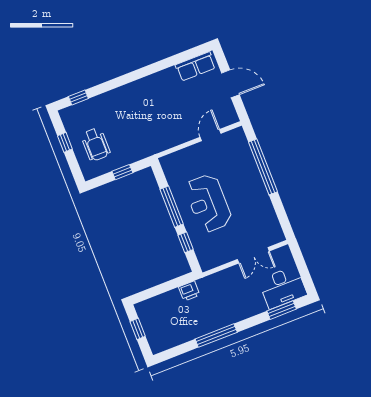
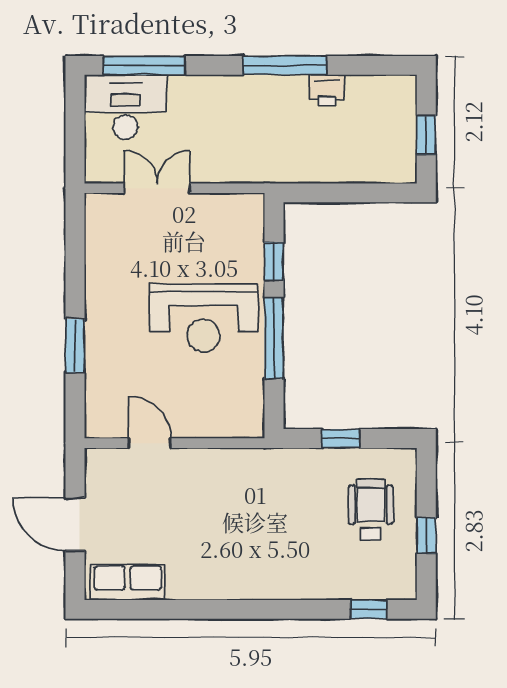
door: (210, 135) -> (150, 443), swing flipped
window: (263, 167) -> (75, 346), width x0.47
reception desk: (208, 203) -> (203, 318), turned 90
printer: (189, 291) -> (327, 90), moved, turned 180
window: (282, 310) -> (144, 65), width x1.44

